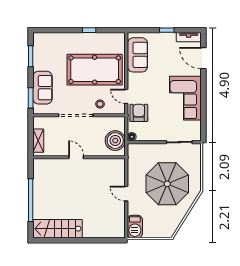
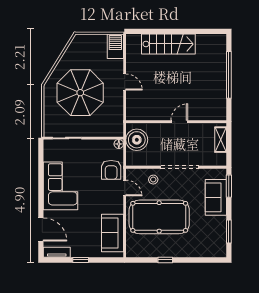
door: (76, 157) -> (179, 122), swing flipped
stairs: (58, 229) -> (168, 44), moved

